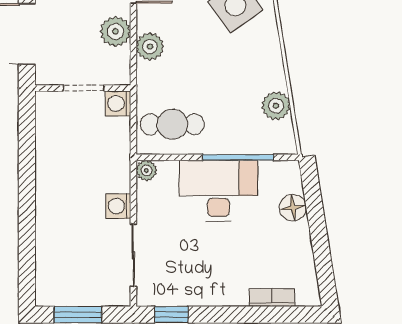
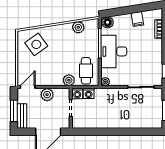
plant: (150, 46) -> (69, 80), moved
washing machine: (118, 206) -> (89, 93), moved
floor lamp: (293, 208) -> (108, 22), moved
filing cabinet: (296, 247) -> (137, 19), added

